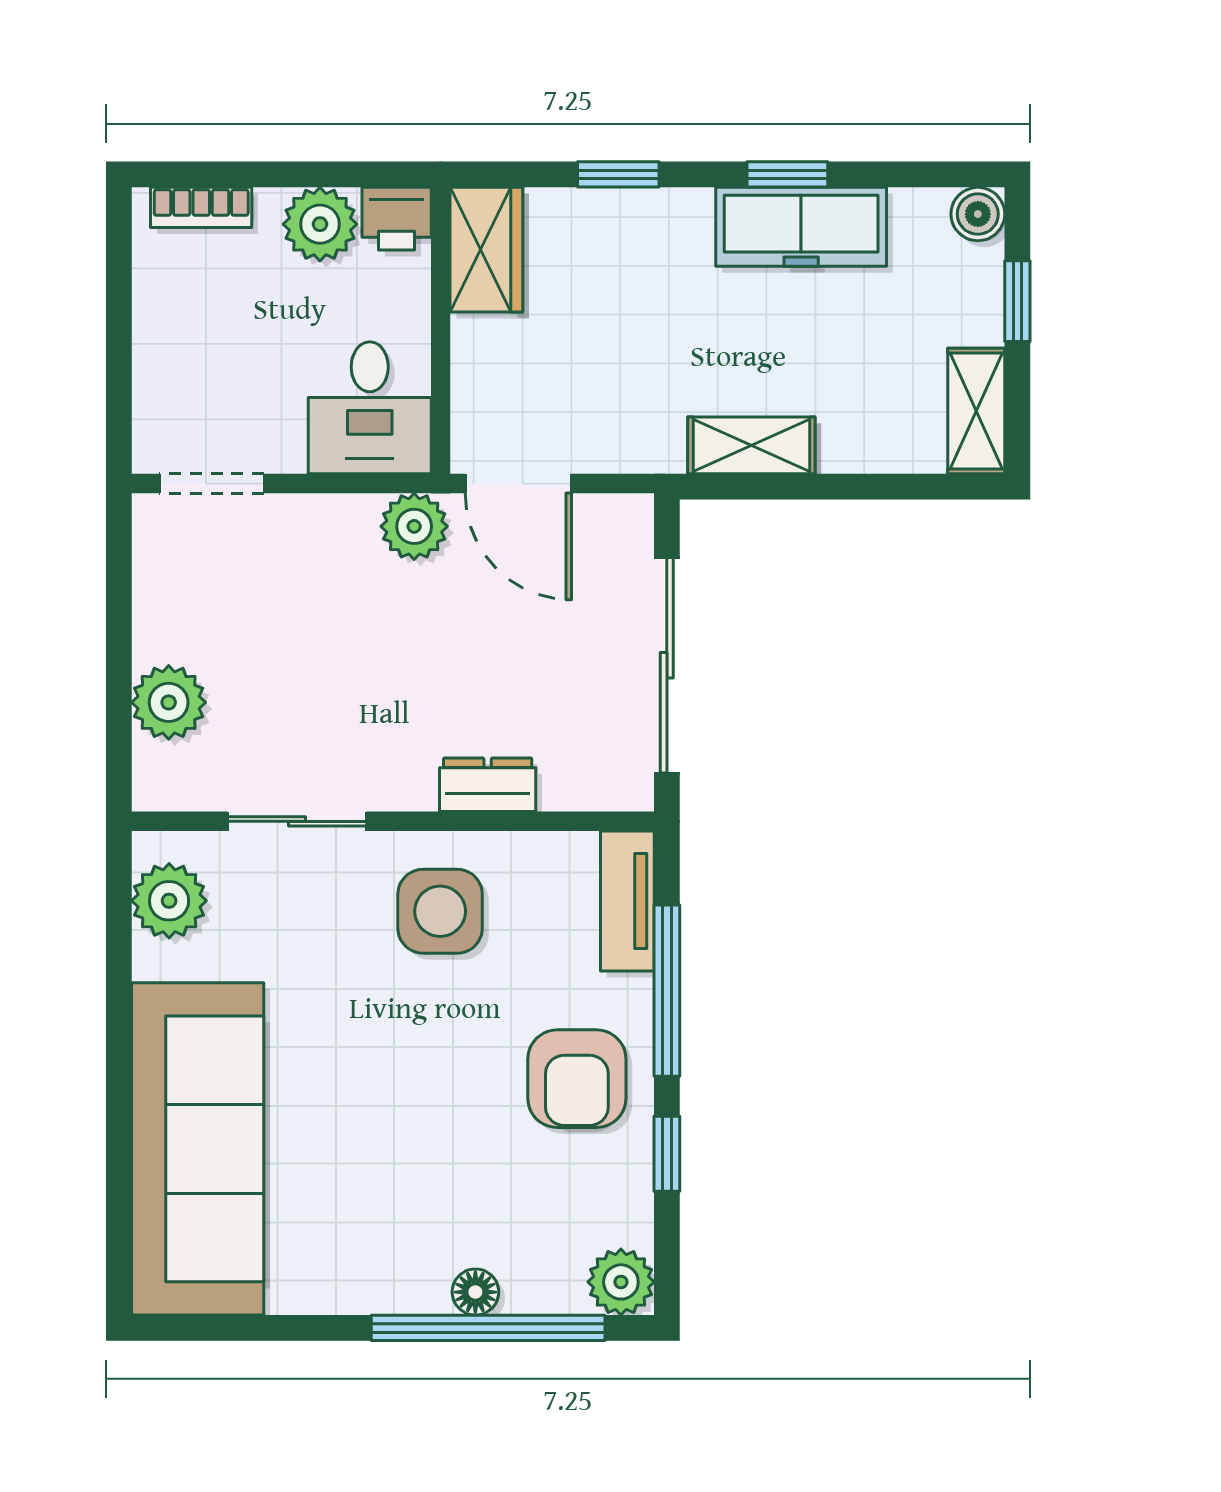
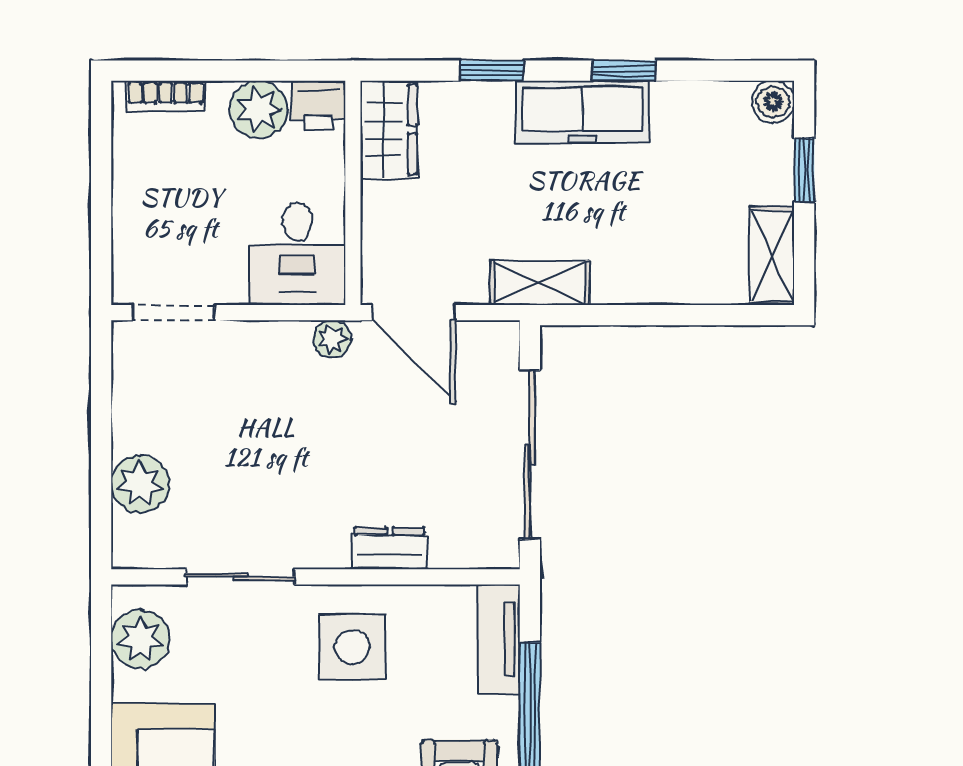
freezer: (801, 227) -> (583, 112), moved
shelving: (751, 445) -> (540, 283), moved
plant: (414, 526) -> (332, 339), width x0.73, depth x0.73

